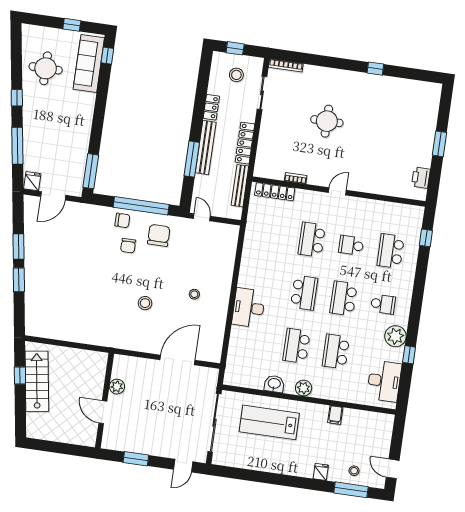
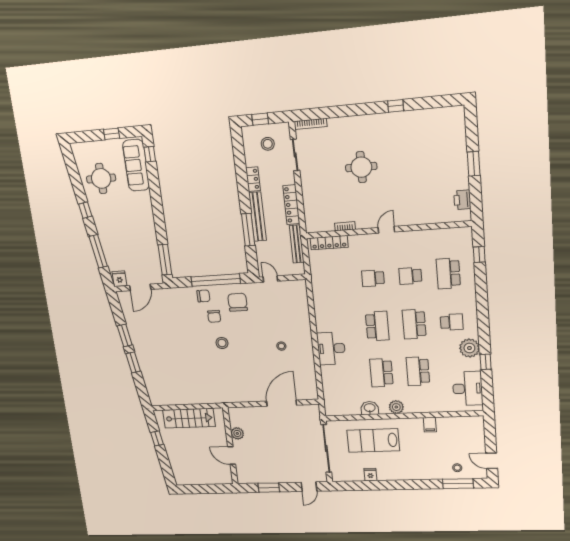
school desk: (312, 240) -> (373, 278), width x0.54
stool: (145, 303) -> (222, 343), moved
stairs: (37, 381) -> (189, 418), moved, turned 99
fridge: (321, 472) -> (370, 475), moved

